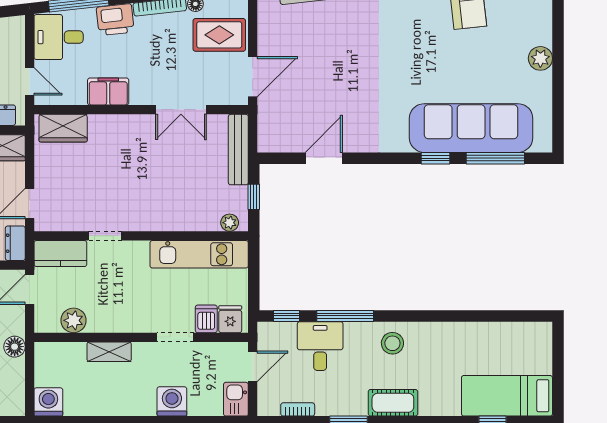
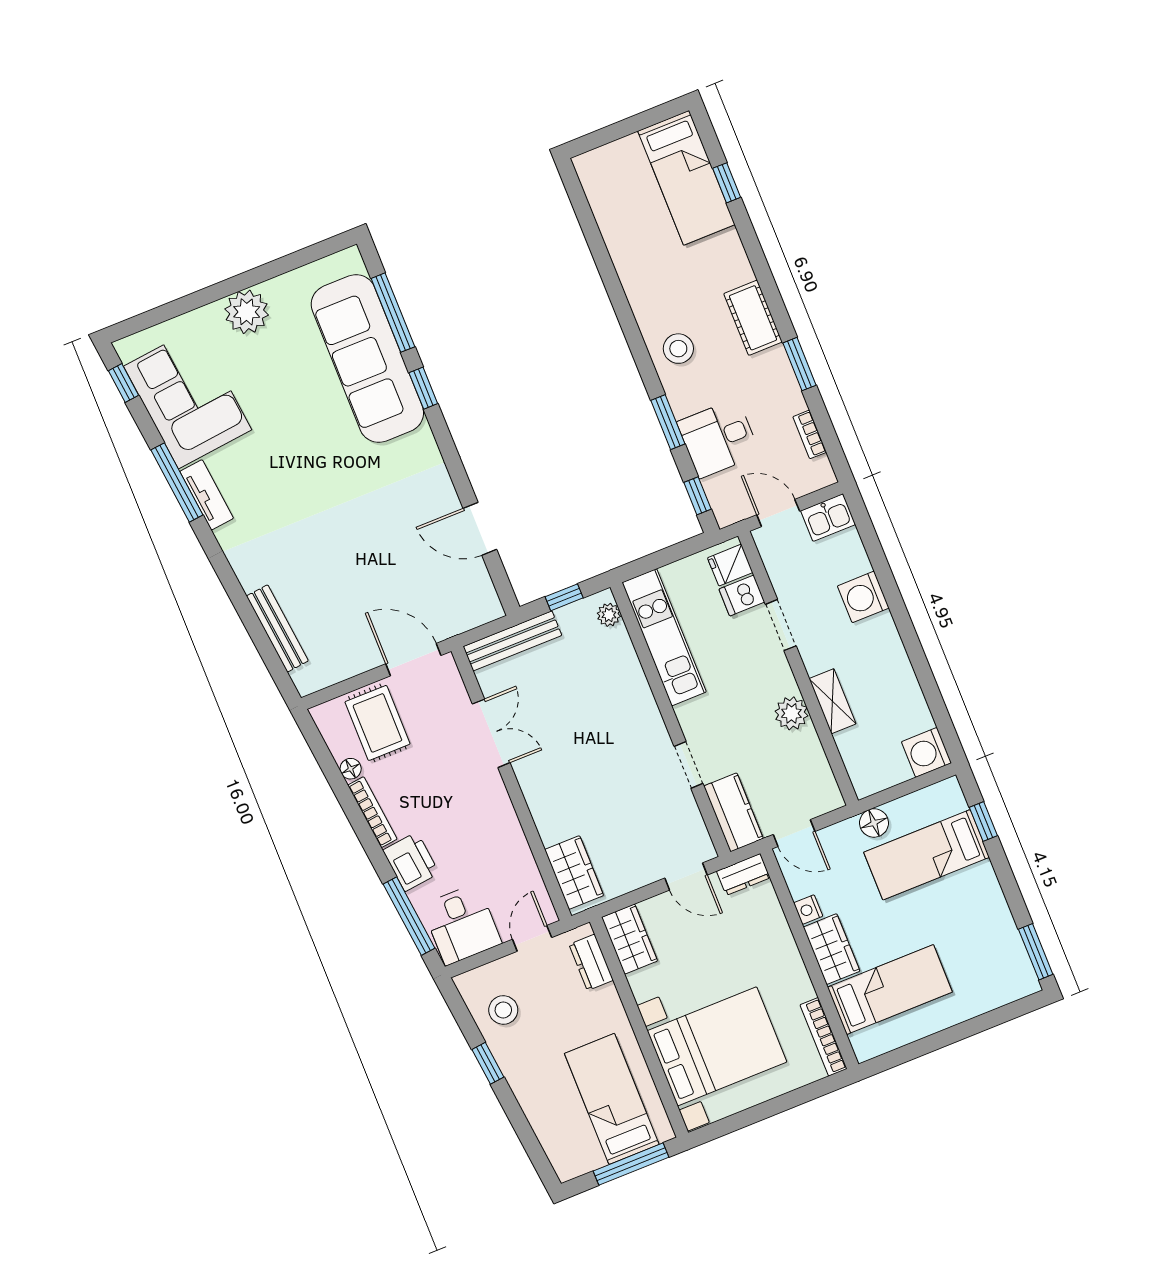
plant: (540, 58) -> (247, 312), width x1.36, depth x1.36
filing cabinet: (108, 92) -> (505, 834), removed
window: (345, 316) -> (668, 422), width x0.69
plant: (73, 320) -> (791, 713), moved

